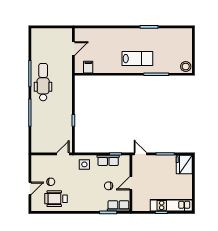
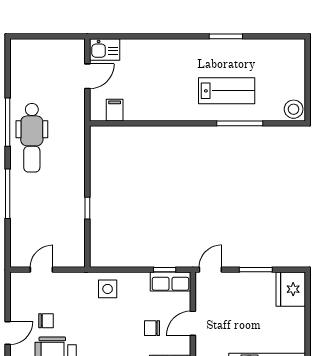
kitchen sink: (83, 34) -> (105, 50), added
lab bench: (137, 59) -> (227, 91), moved
dental chair: (43, 82) -> (32, 138), turned 180
door: (63, 154) -> (41, 270), moved
door: (140, 154) -> (210, 270), hinge flipped
row of seats: (108, 160) -> (171, 281), moved

